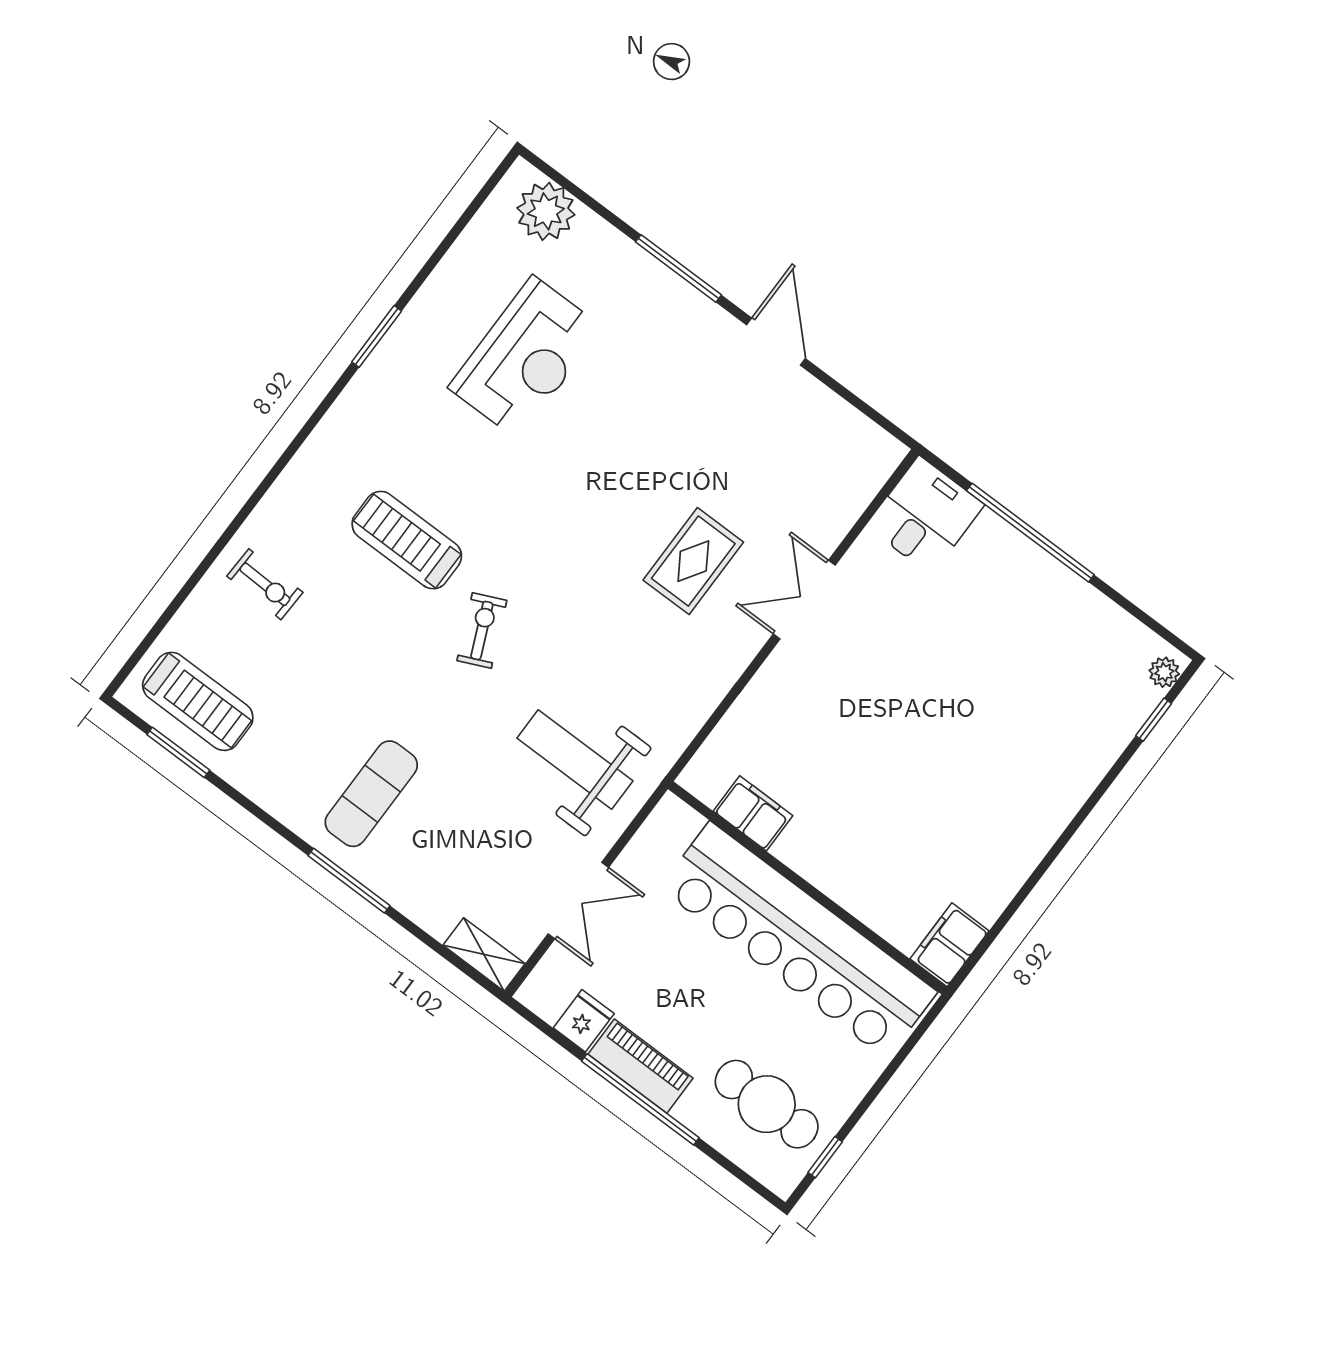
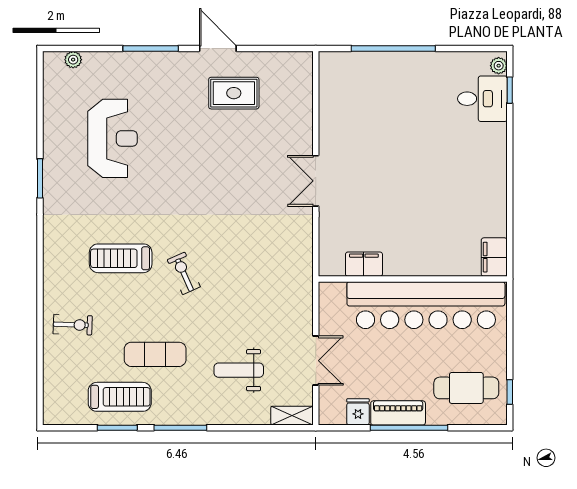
plant: (546, 211) -> (73, 60), width x0.53, depth x0.53
desk: (925, 515) -> (482, 99), moved, turned 90
rug: (693, 561) -> (234, 93), moved, turned 90
double door: (804, 600) -> (316, 181), moved
treadmill: (198, 701) -> (120, 397), moved
window: (178, 752) -> (117, 428), moved
weight bench: (575, 760) -> (239, 370), moved, width x0.73, depth x0.75
exercise mat: (371, 794) -> (155, 354), moved, turned 90
window: (349, 881) -> (180, 428), moved

